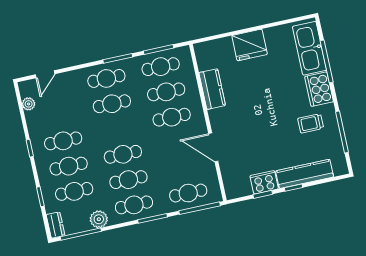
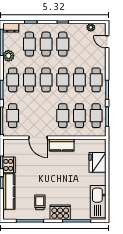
fridge: (250, 45) -> (97, 162), moved
kitchen sink: (309, 48) -> (98, 202), moved, turned -90
kitchen counter: (212, 89) -> (62, 145), moved
cafe table: (117, 129) -> (63, 80), added
door: (213, 147) -> (38, 138), swing flipped

